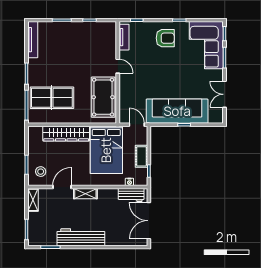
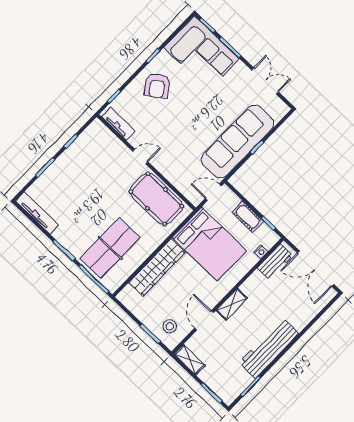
armchair: (165, 38) -> (157, 86), turned 145
double door: (225, 94) -> (265, 81), swing flipped

